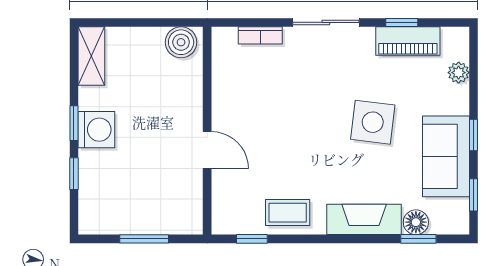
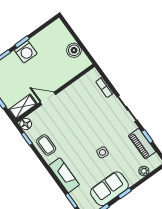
boiler: (181, 42) -> (74, 50), moved
shelving: (91, 56) -> (23, 107), moved
side table: (373, 122) -> (102, 152), width x0.54, depth x0.54
door: (207, 150) -> (48, 98), swing flipped
floor lamp: (416, 222) -> (26, 124), moved

